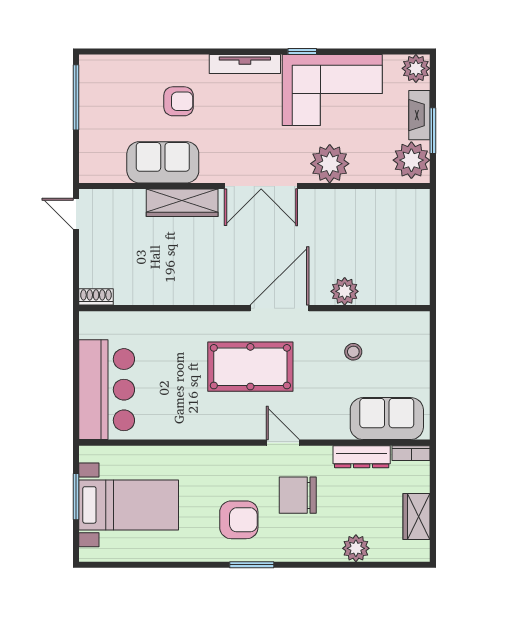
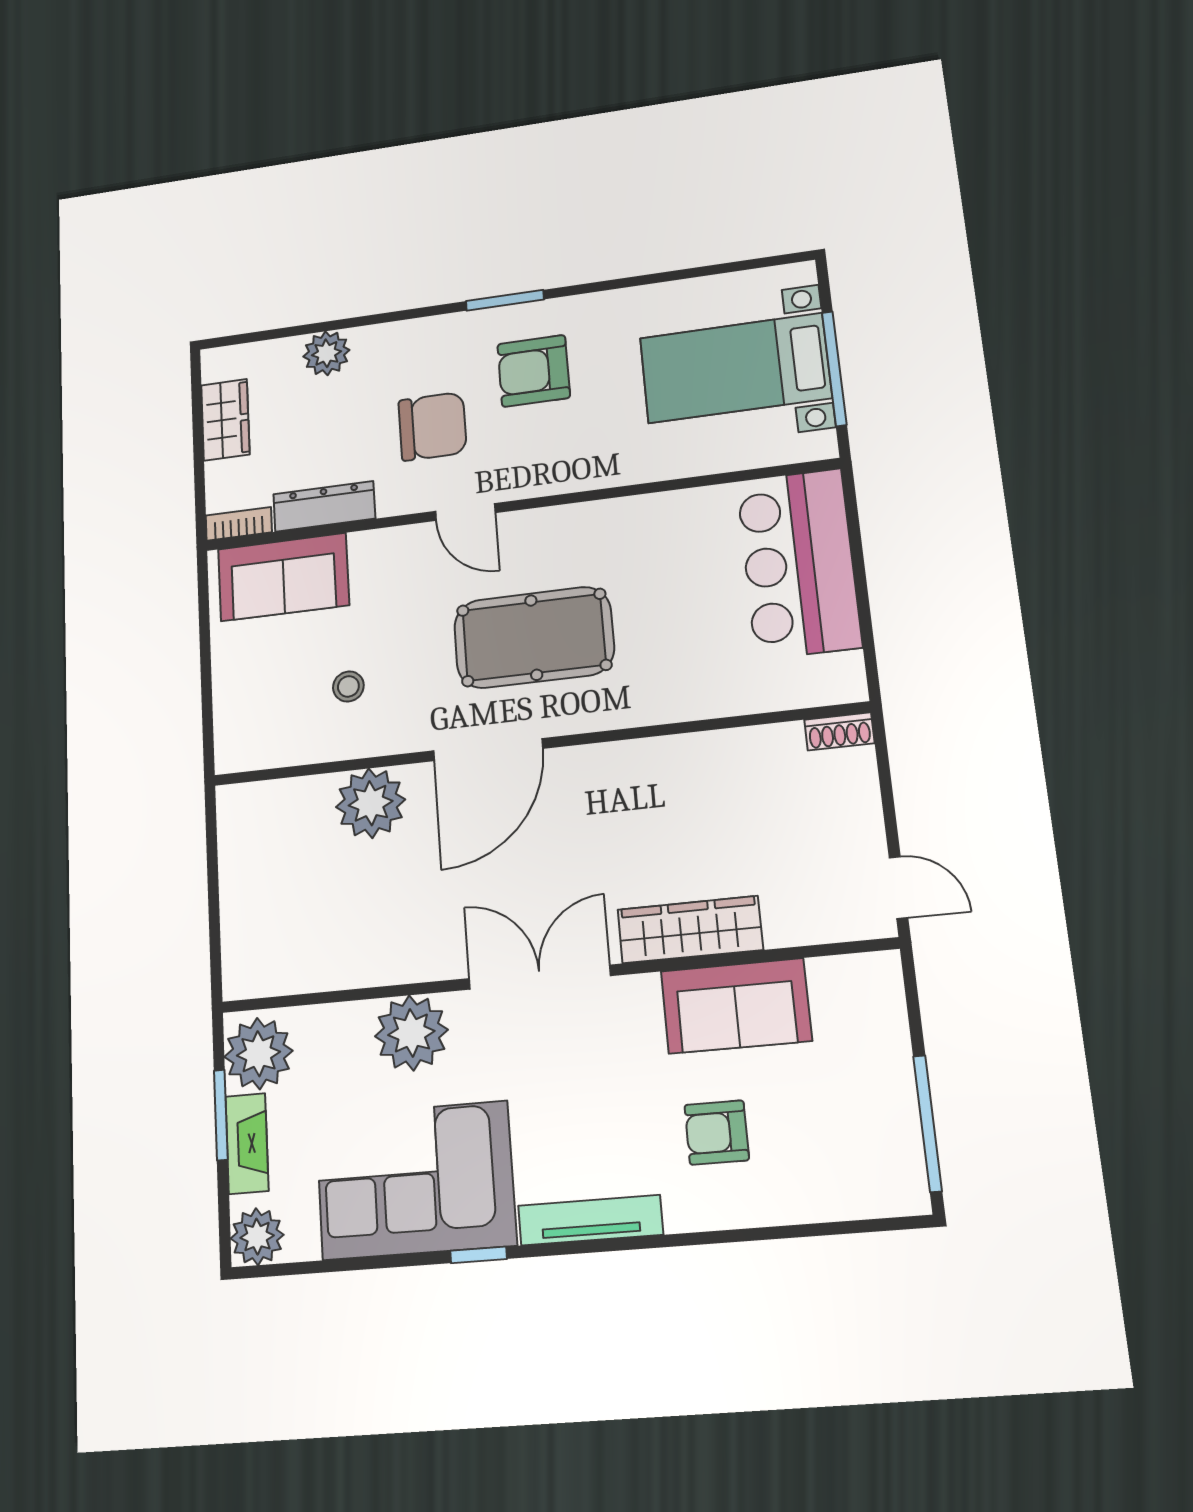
plant: (345, 291) -> (371, 803), width x1.36, depth x1.36
window: (76, 497) -> (834, 369), width x1.44

